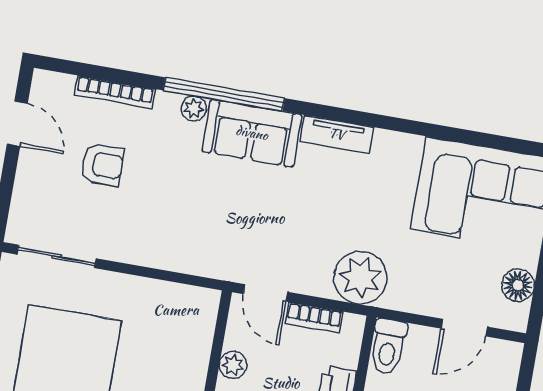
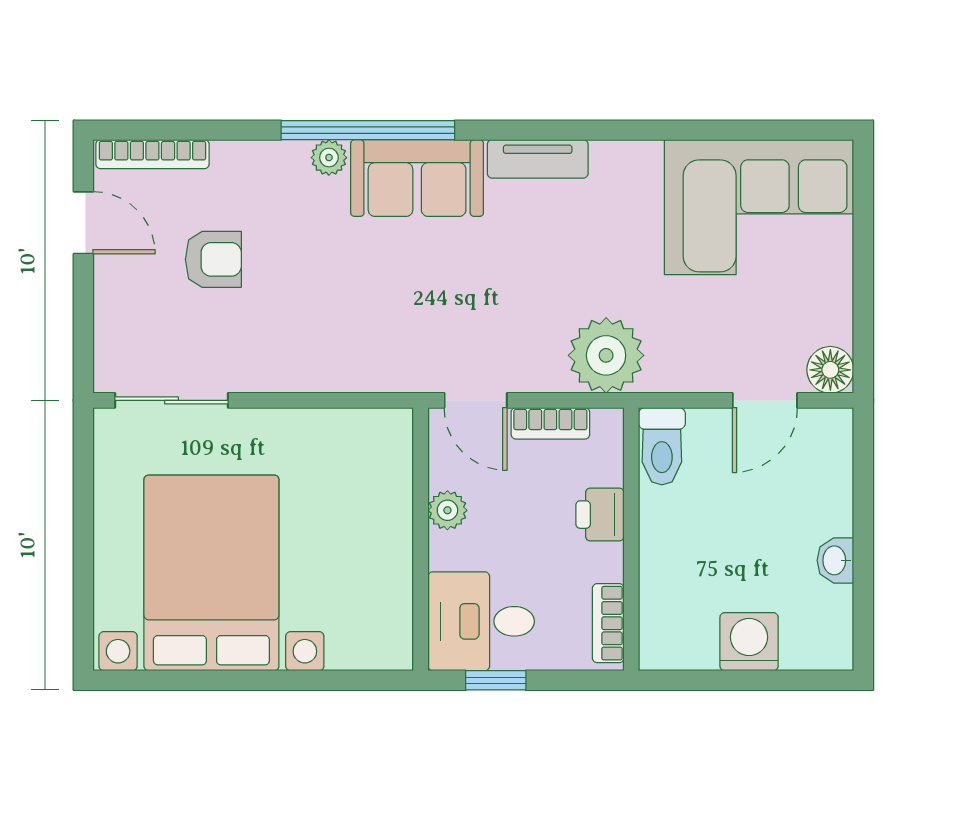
bookcase: (115, 92) -> (152, 154), moved
floor lamp: (518, 285) -> (830, 370), moved

